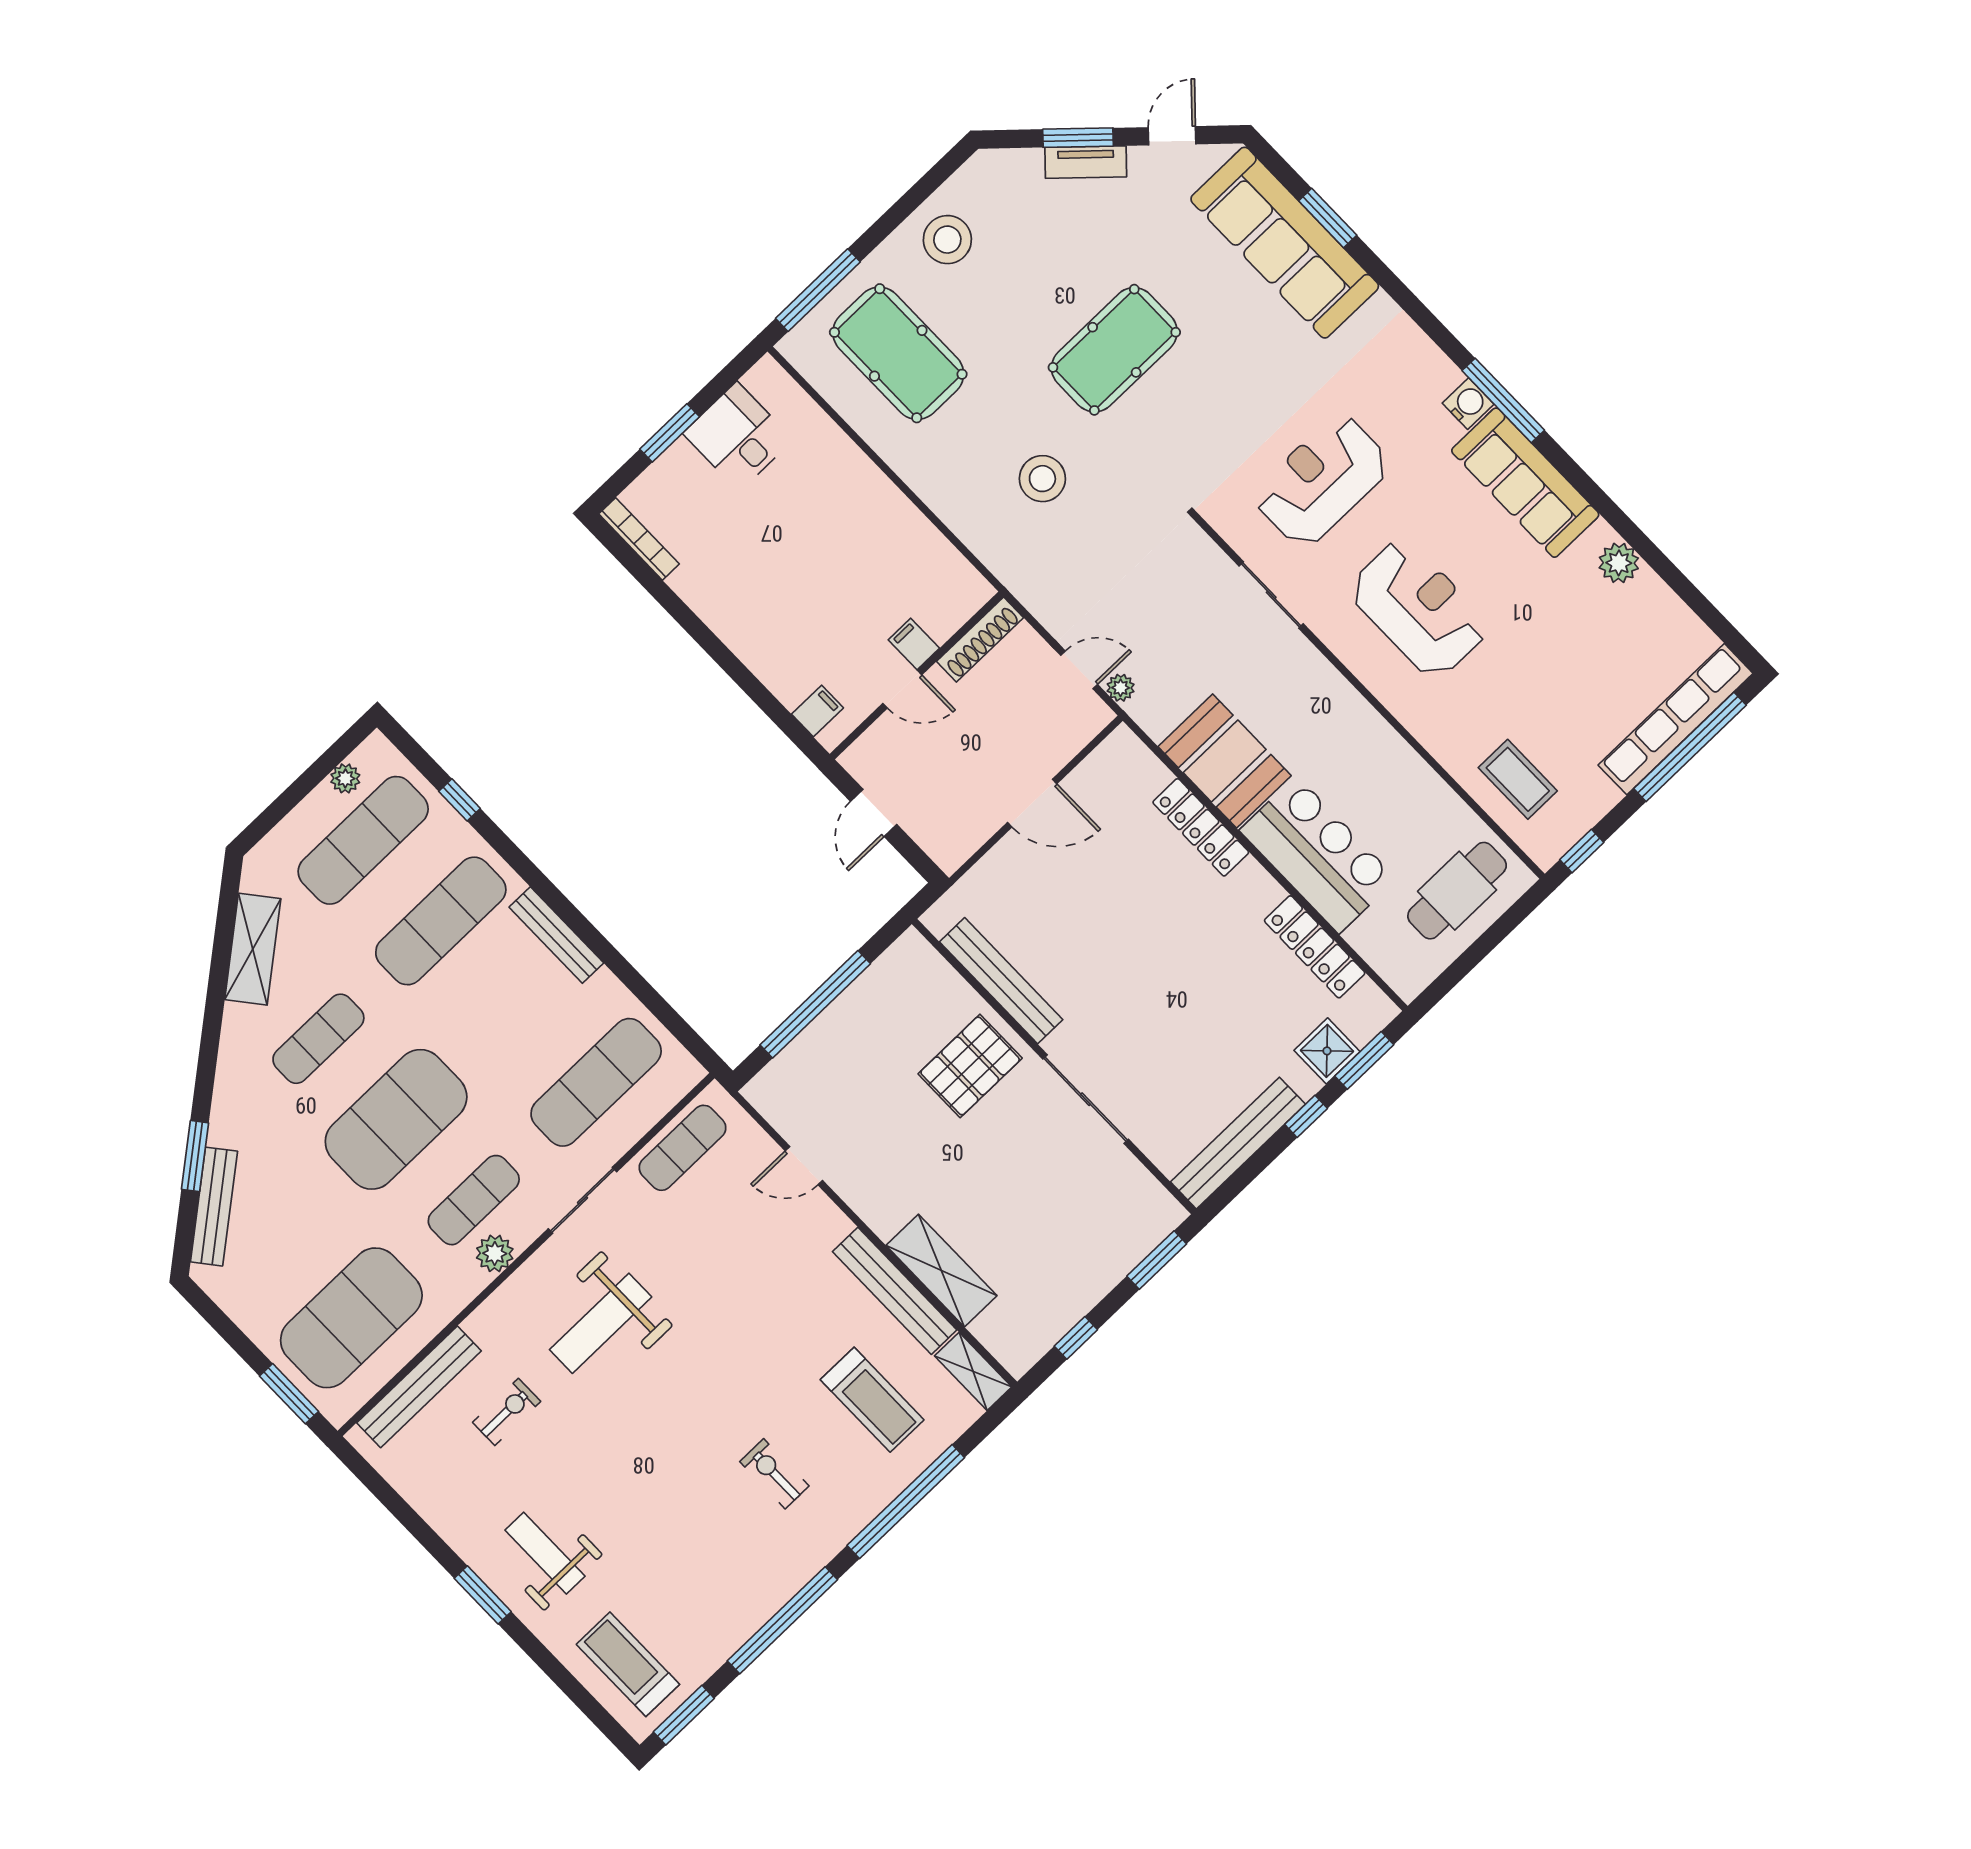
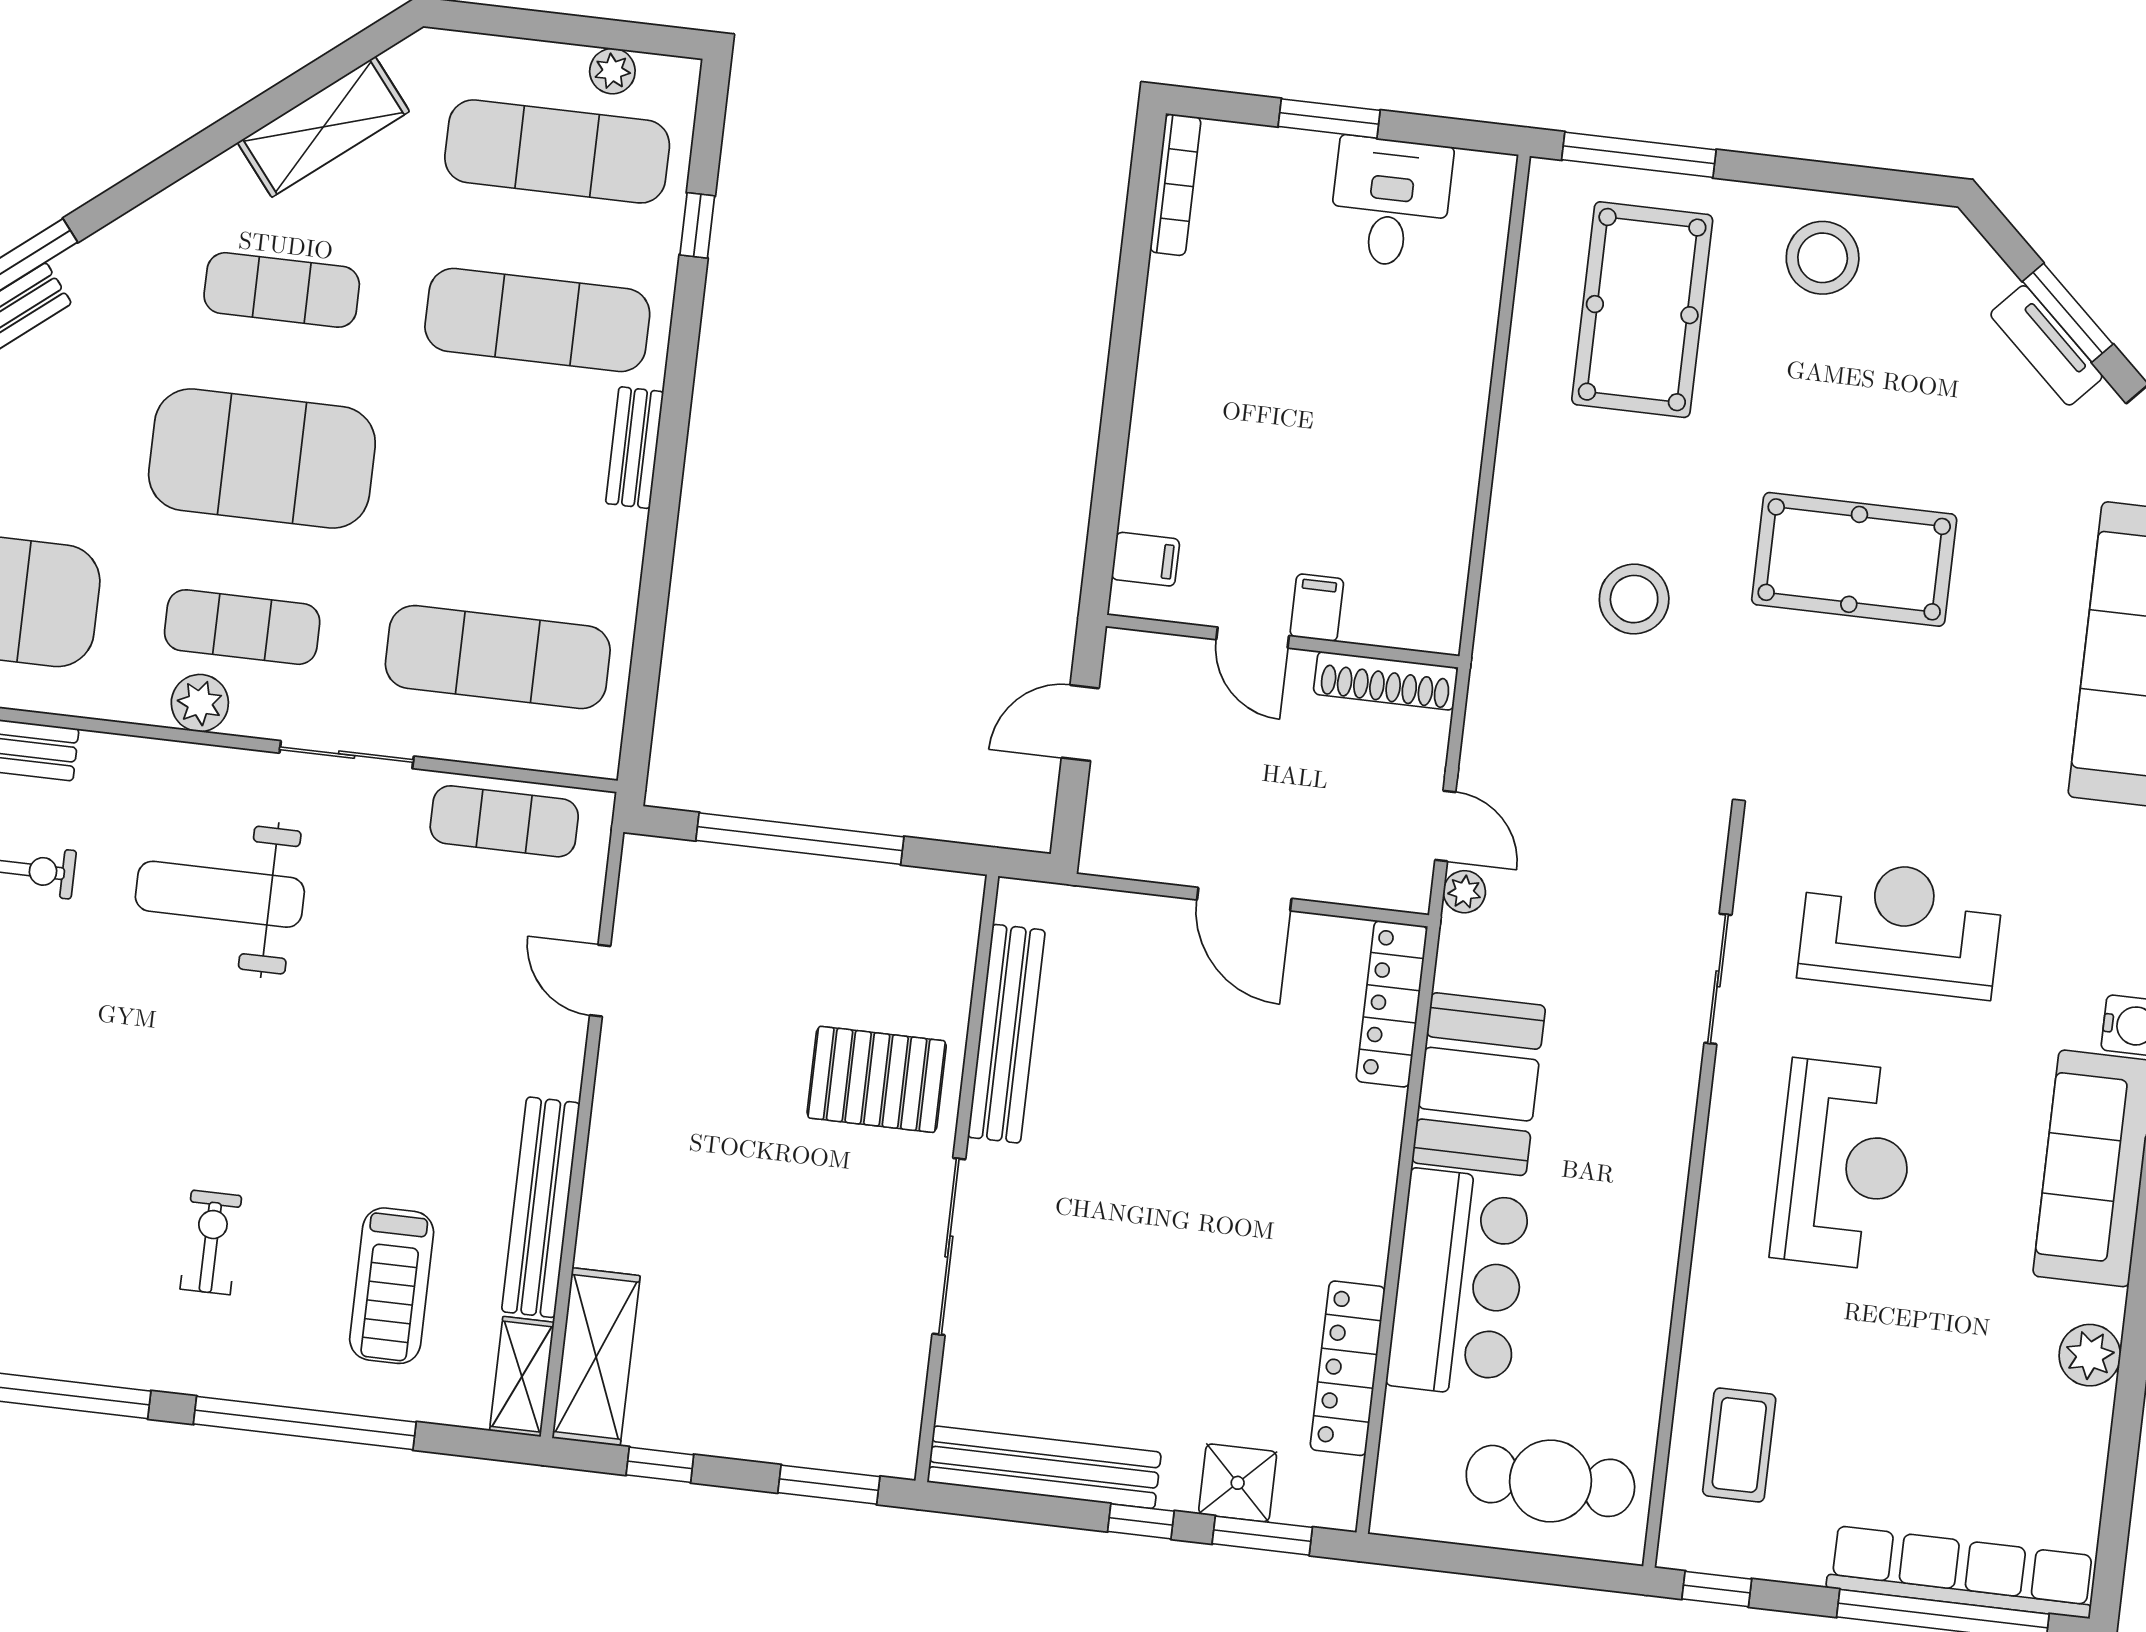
locker: (1201, 827) -> (1392, 1004), moved
bench: (556, 935) -> (635, 448), width x0.73
shelving: (941, 1271) -> (596, 1357), moved

